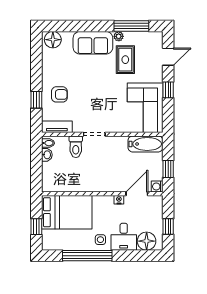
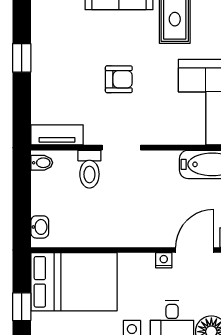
armchair: (59, 94) -> (119, 79), moved
window: (36, 100) -> (22, 58), moved
washbasin: (47, 155) -> (40, 227), moved

